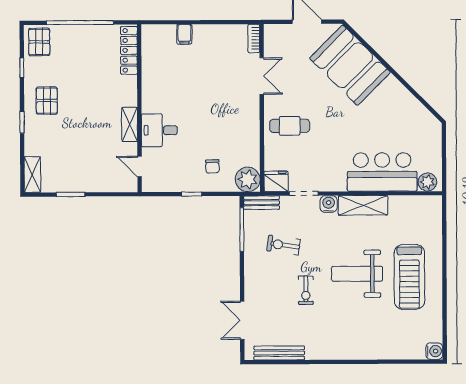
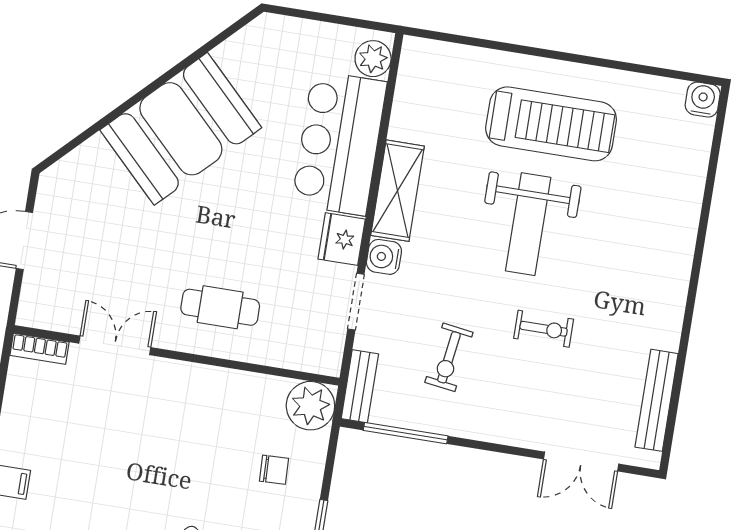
booth: (350, 65) -> (181, 129), moved
cafe table: (290, 126) -> (220, 307), turned 90
fridge: (276, 181) -> (342, 239), moved

